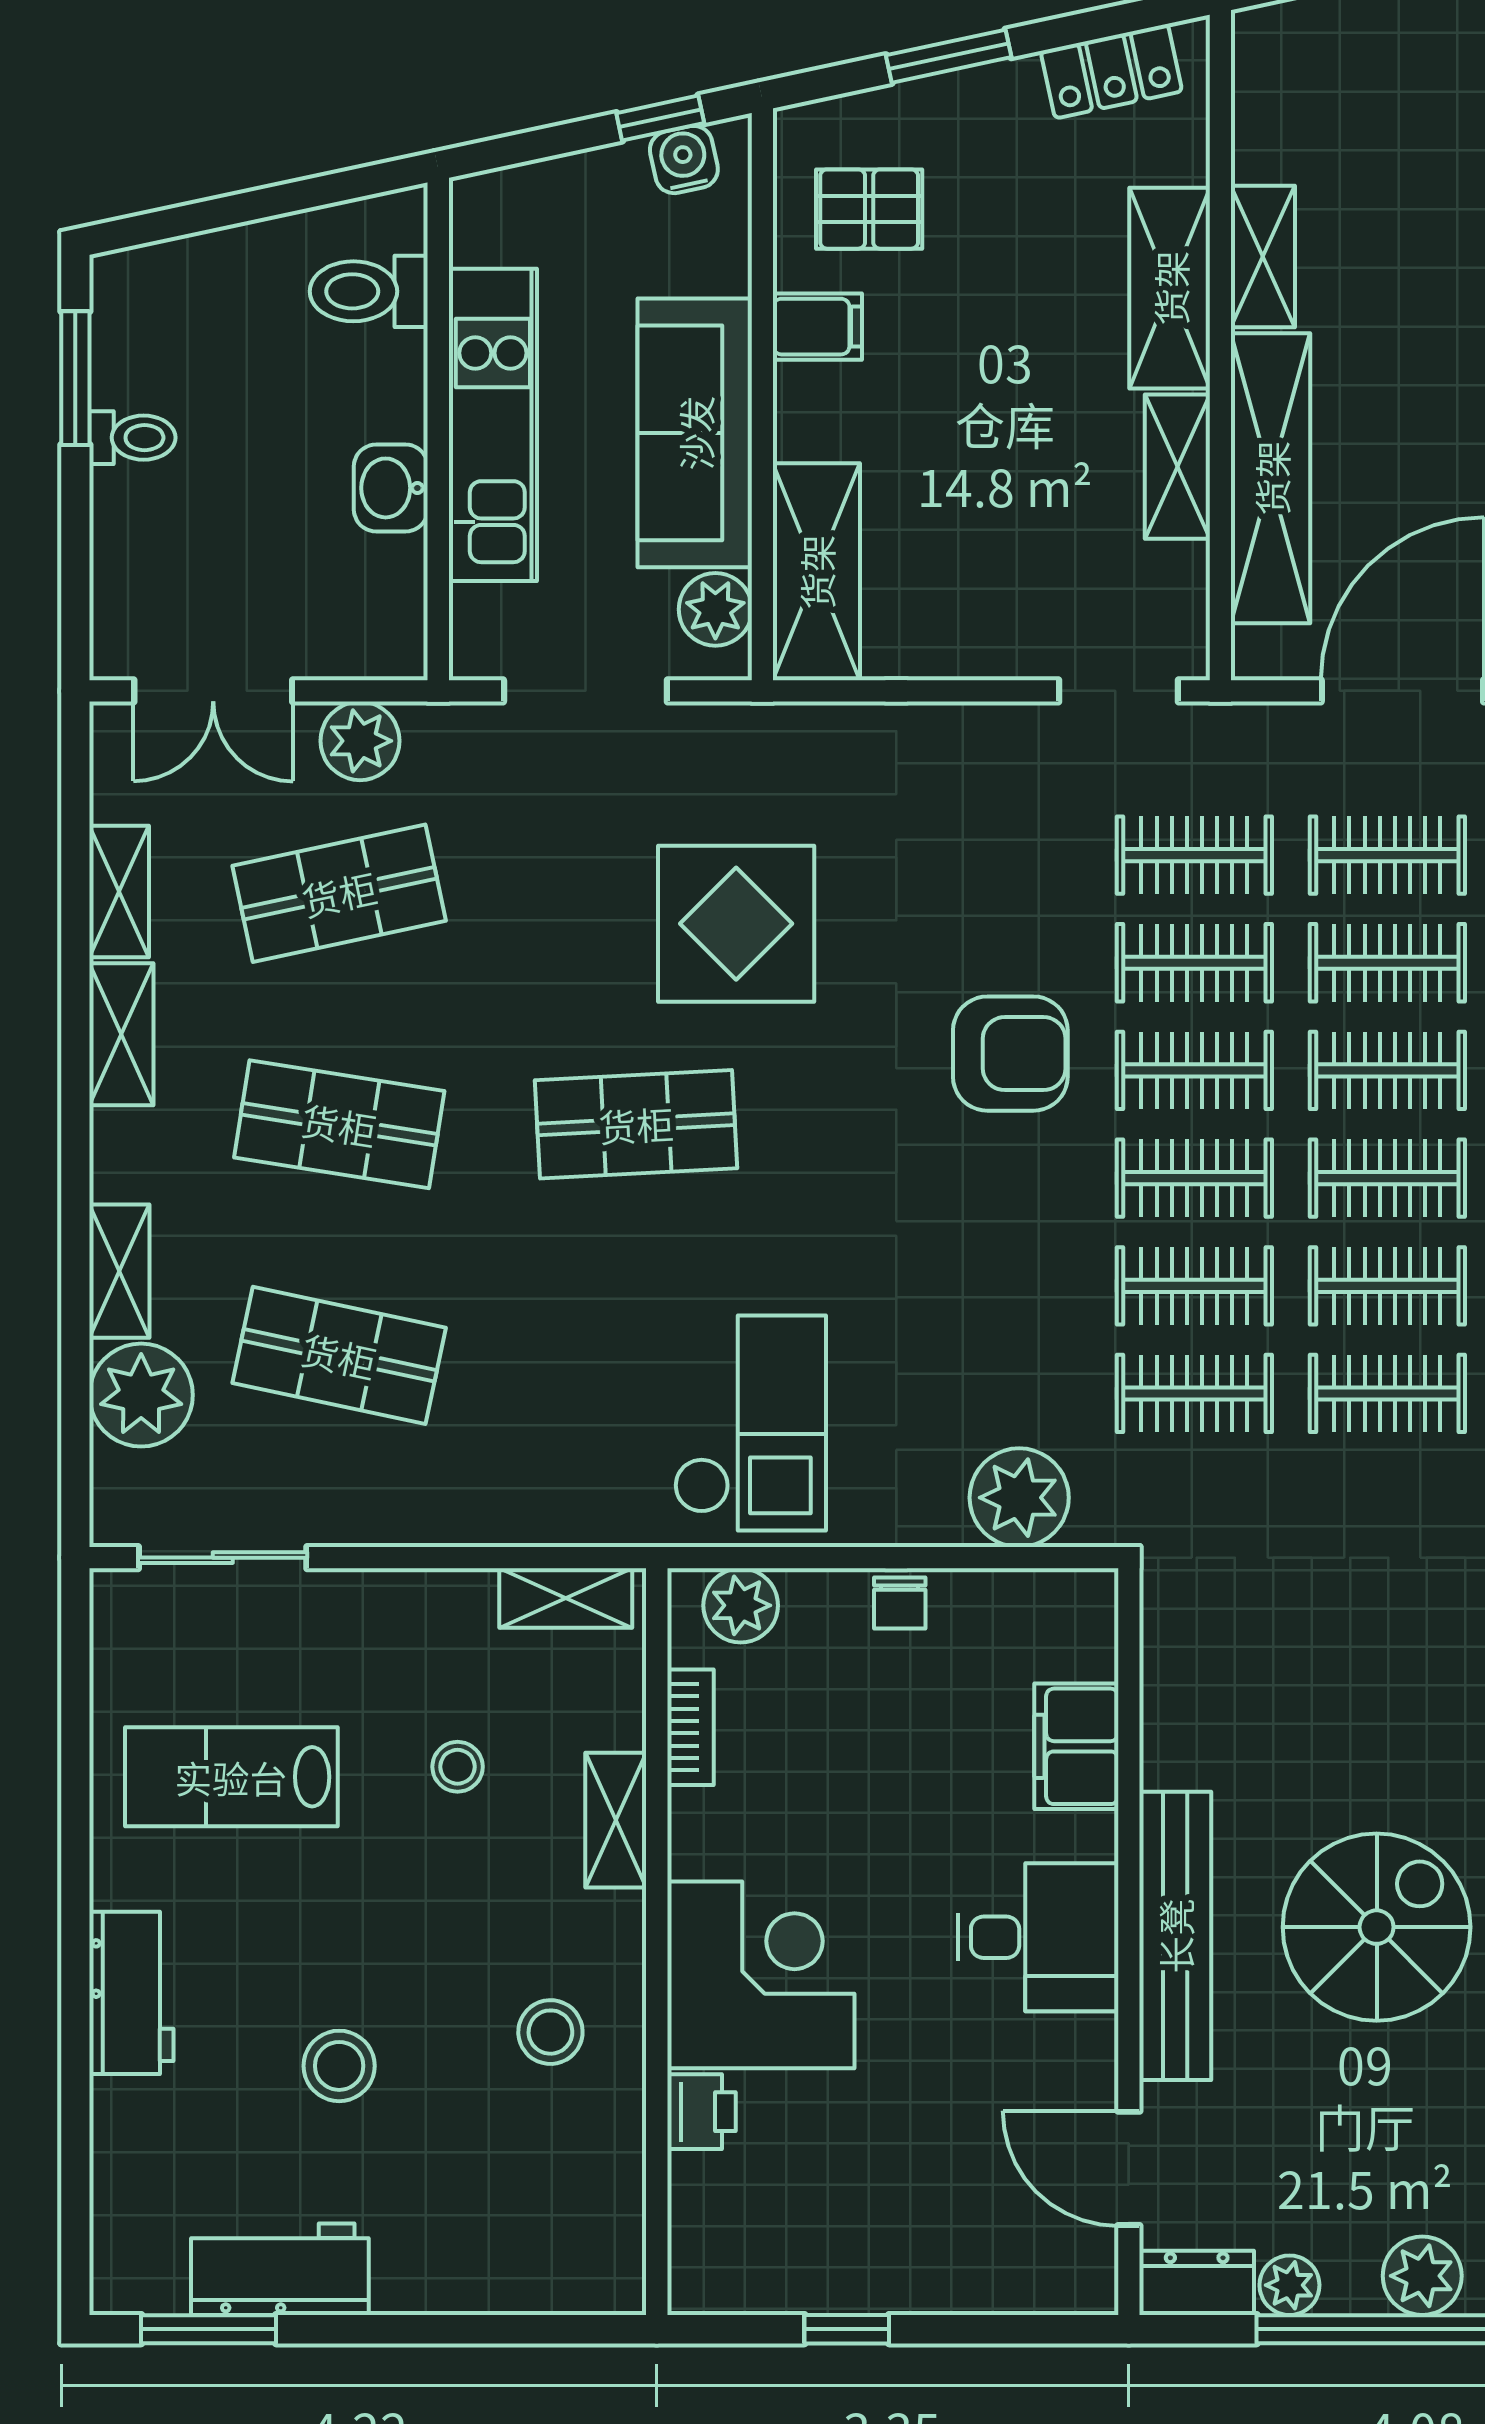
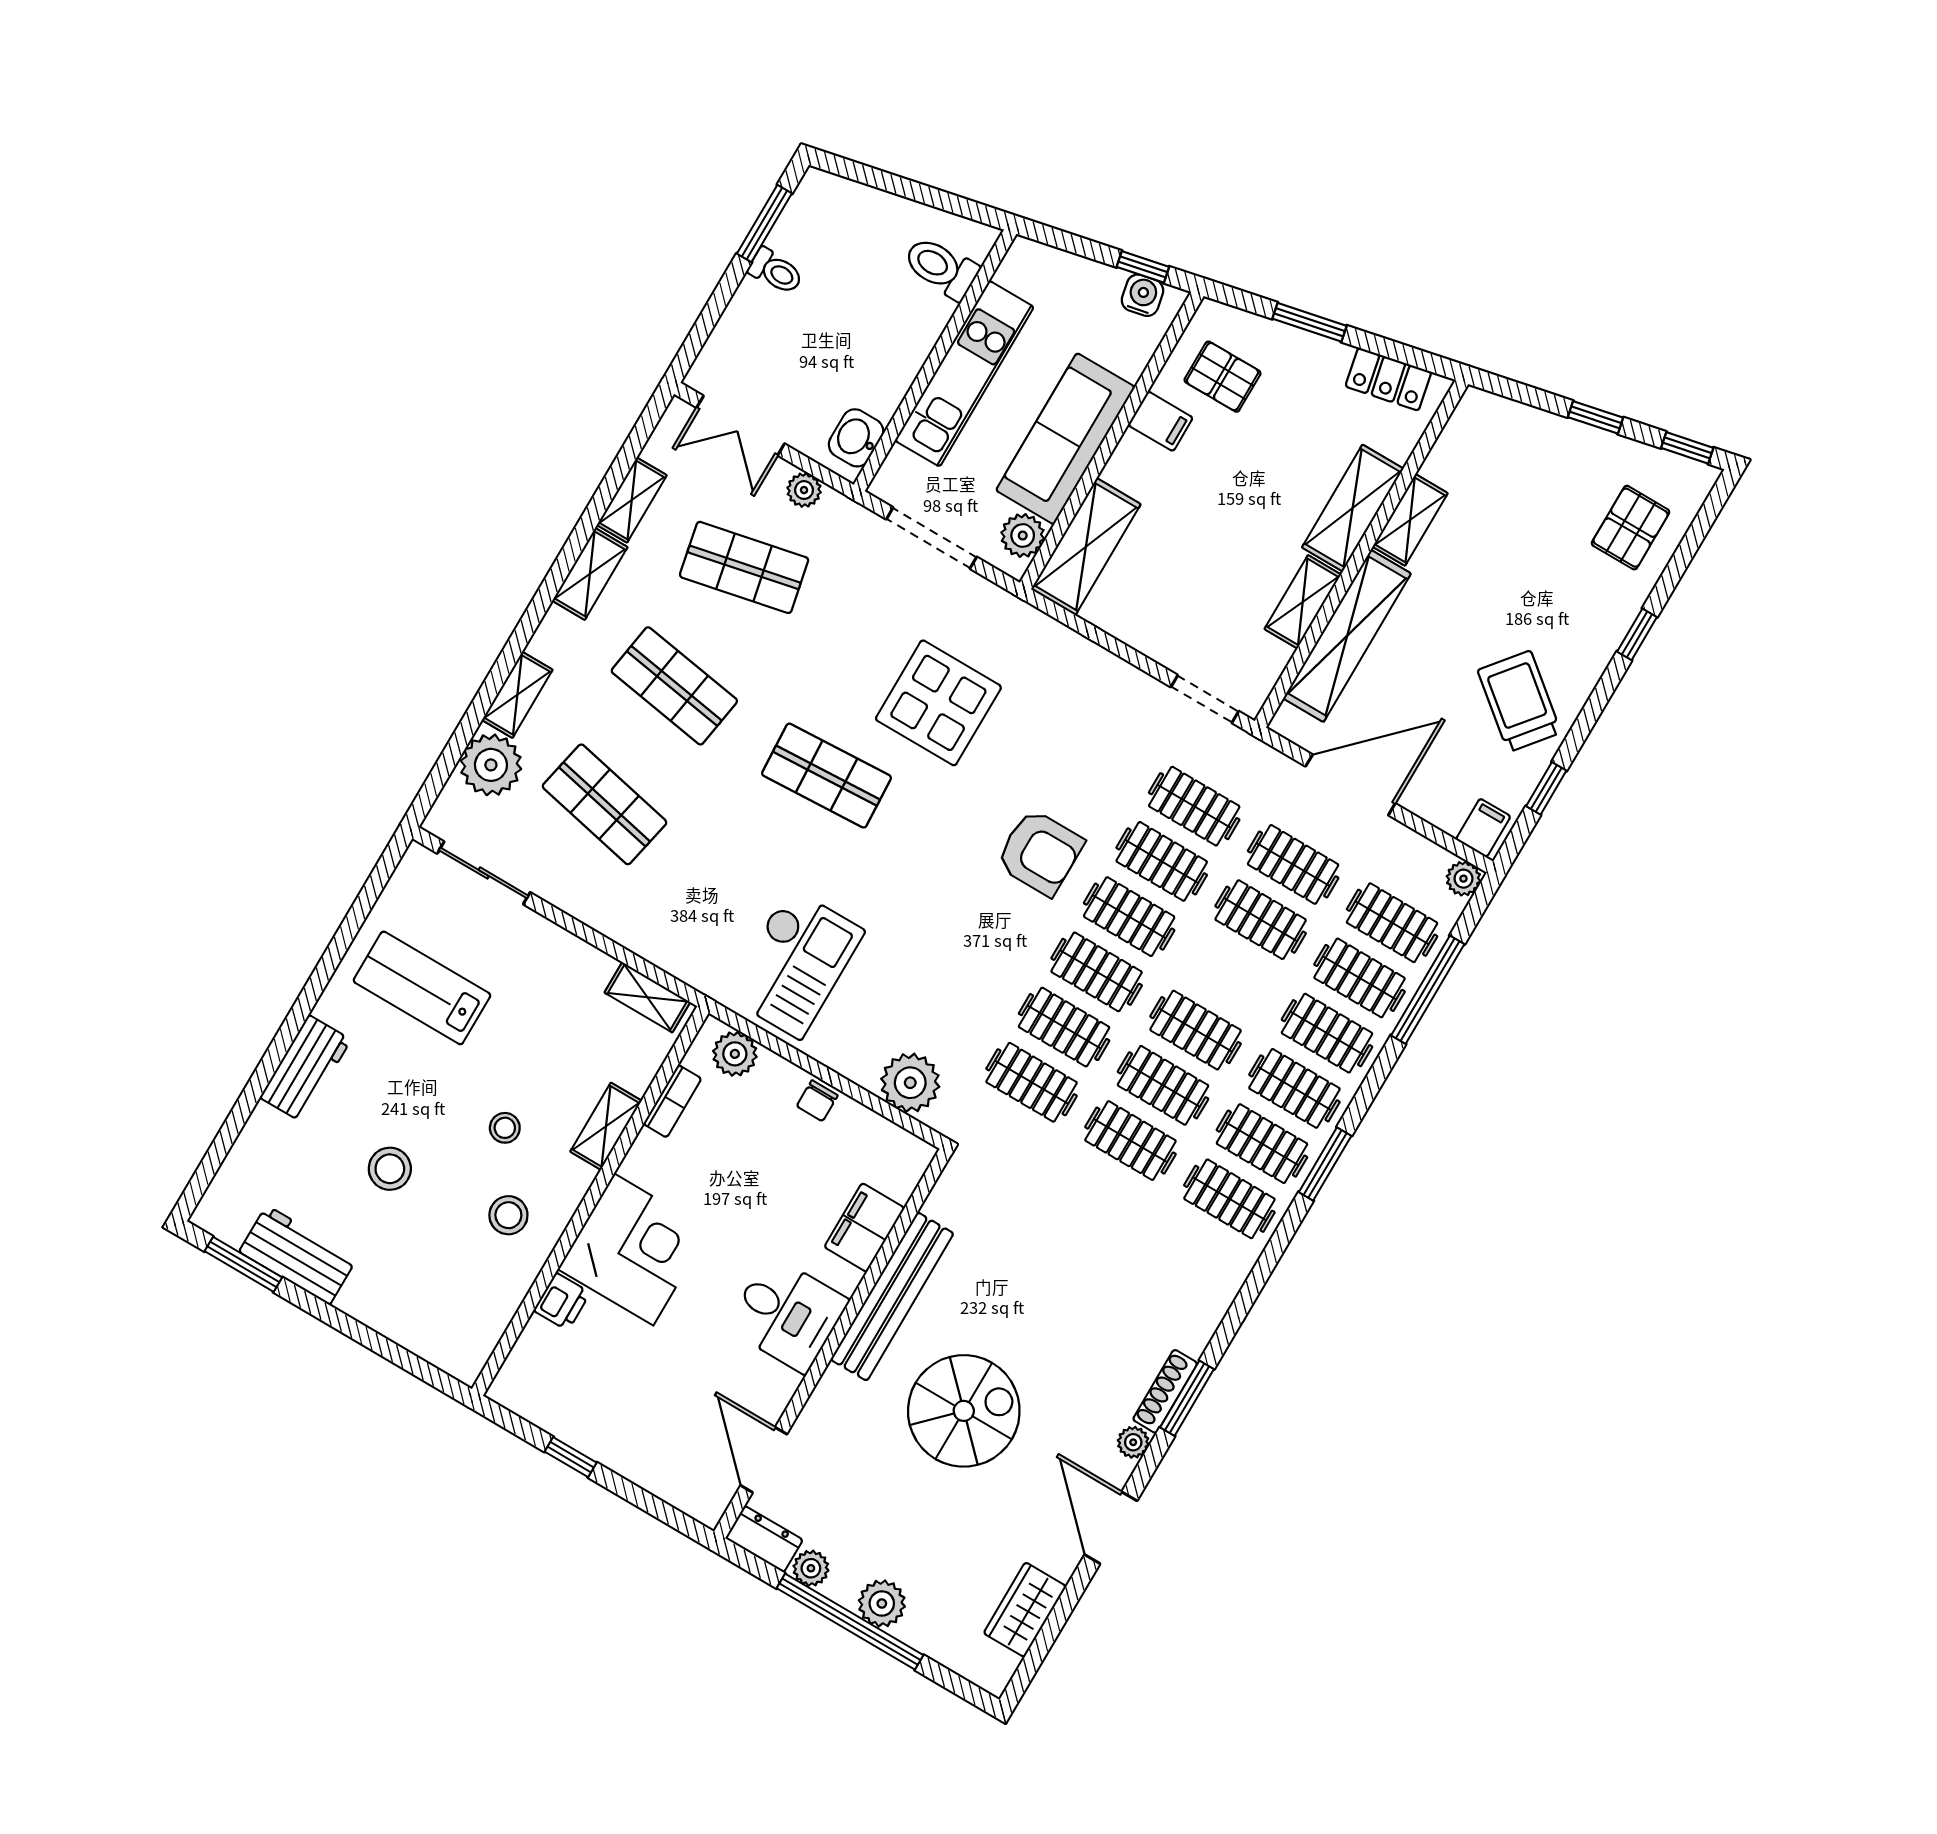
washbasin: (391, 488) -> (856, 438), moved
plant: (360, 741) -> (804, 490), width x0.73, depth x0.73
clothes rail: (1387, 1070) -> (1228, 975), removed
stool: (458, 1767) -> (505, 1128), moved
bench: (1175, 1936) -> (892, 1296), moved

